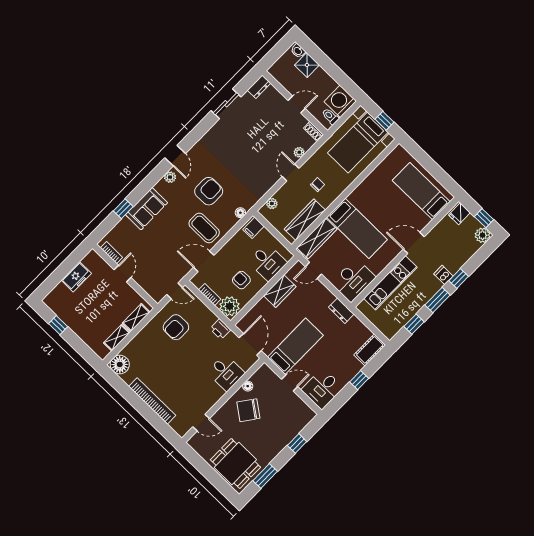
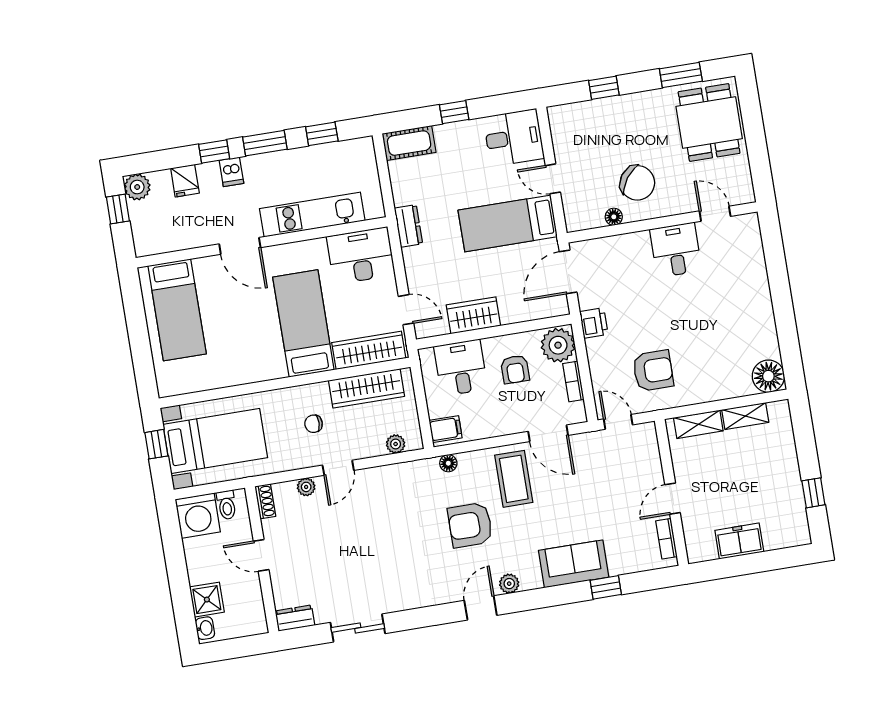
fridge: (459, 214) -> (185, 181), moved, turned 90
desk: (226, 373) -> (676, 250), moved
bookcase: (152, 401) -> (760, 293), removed

